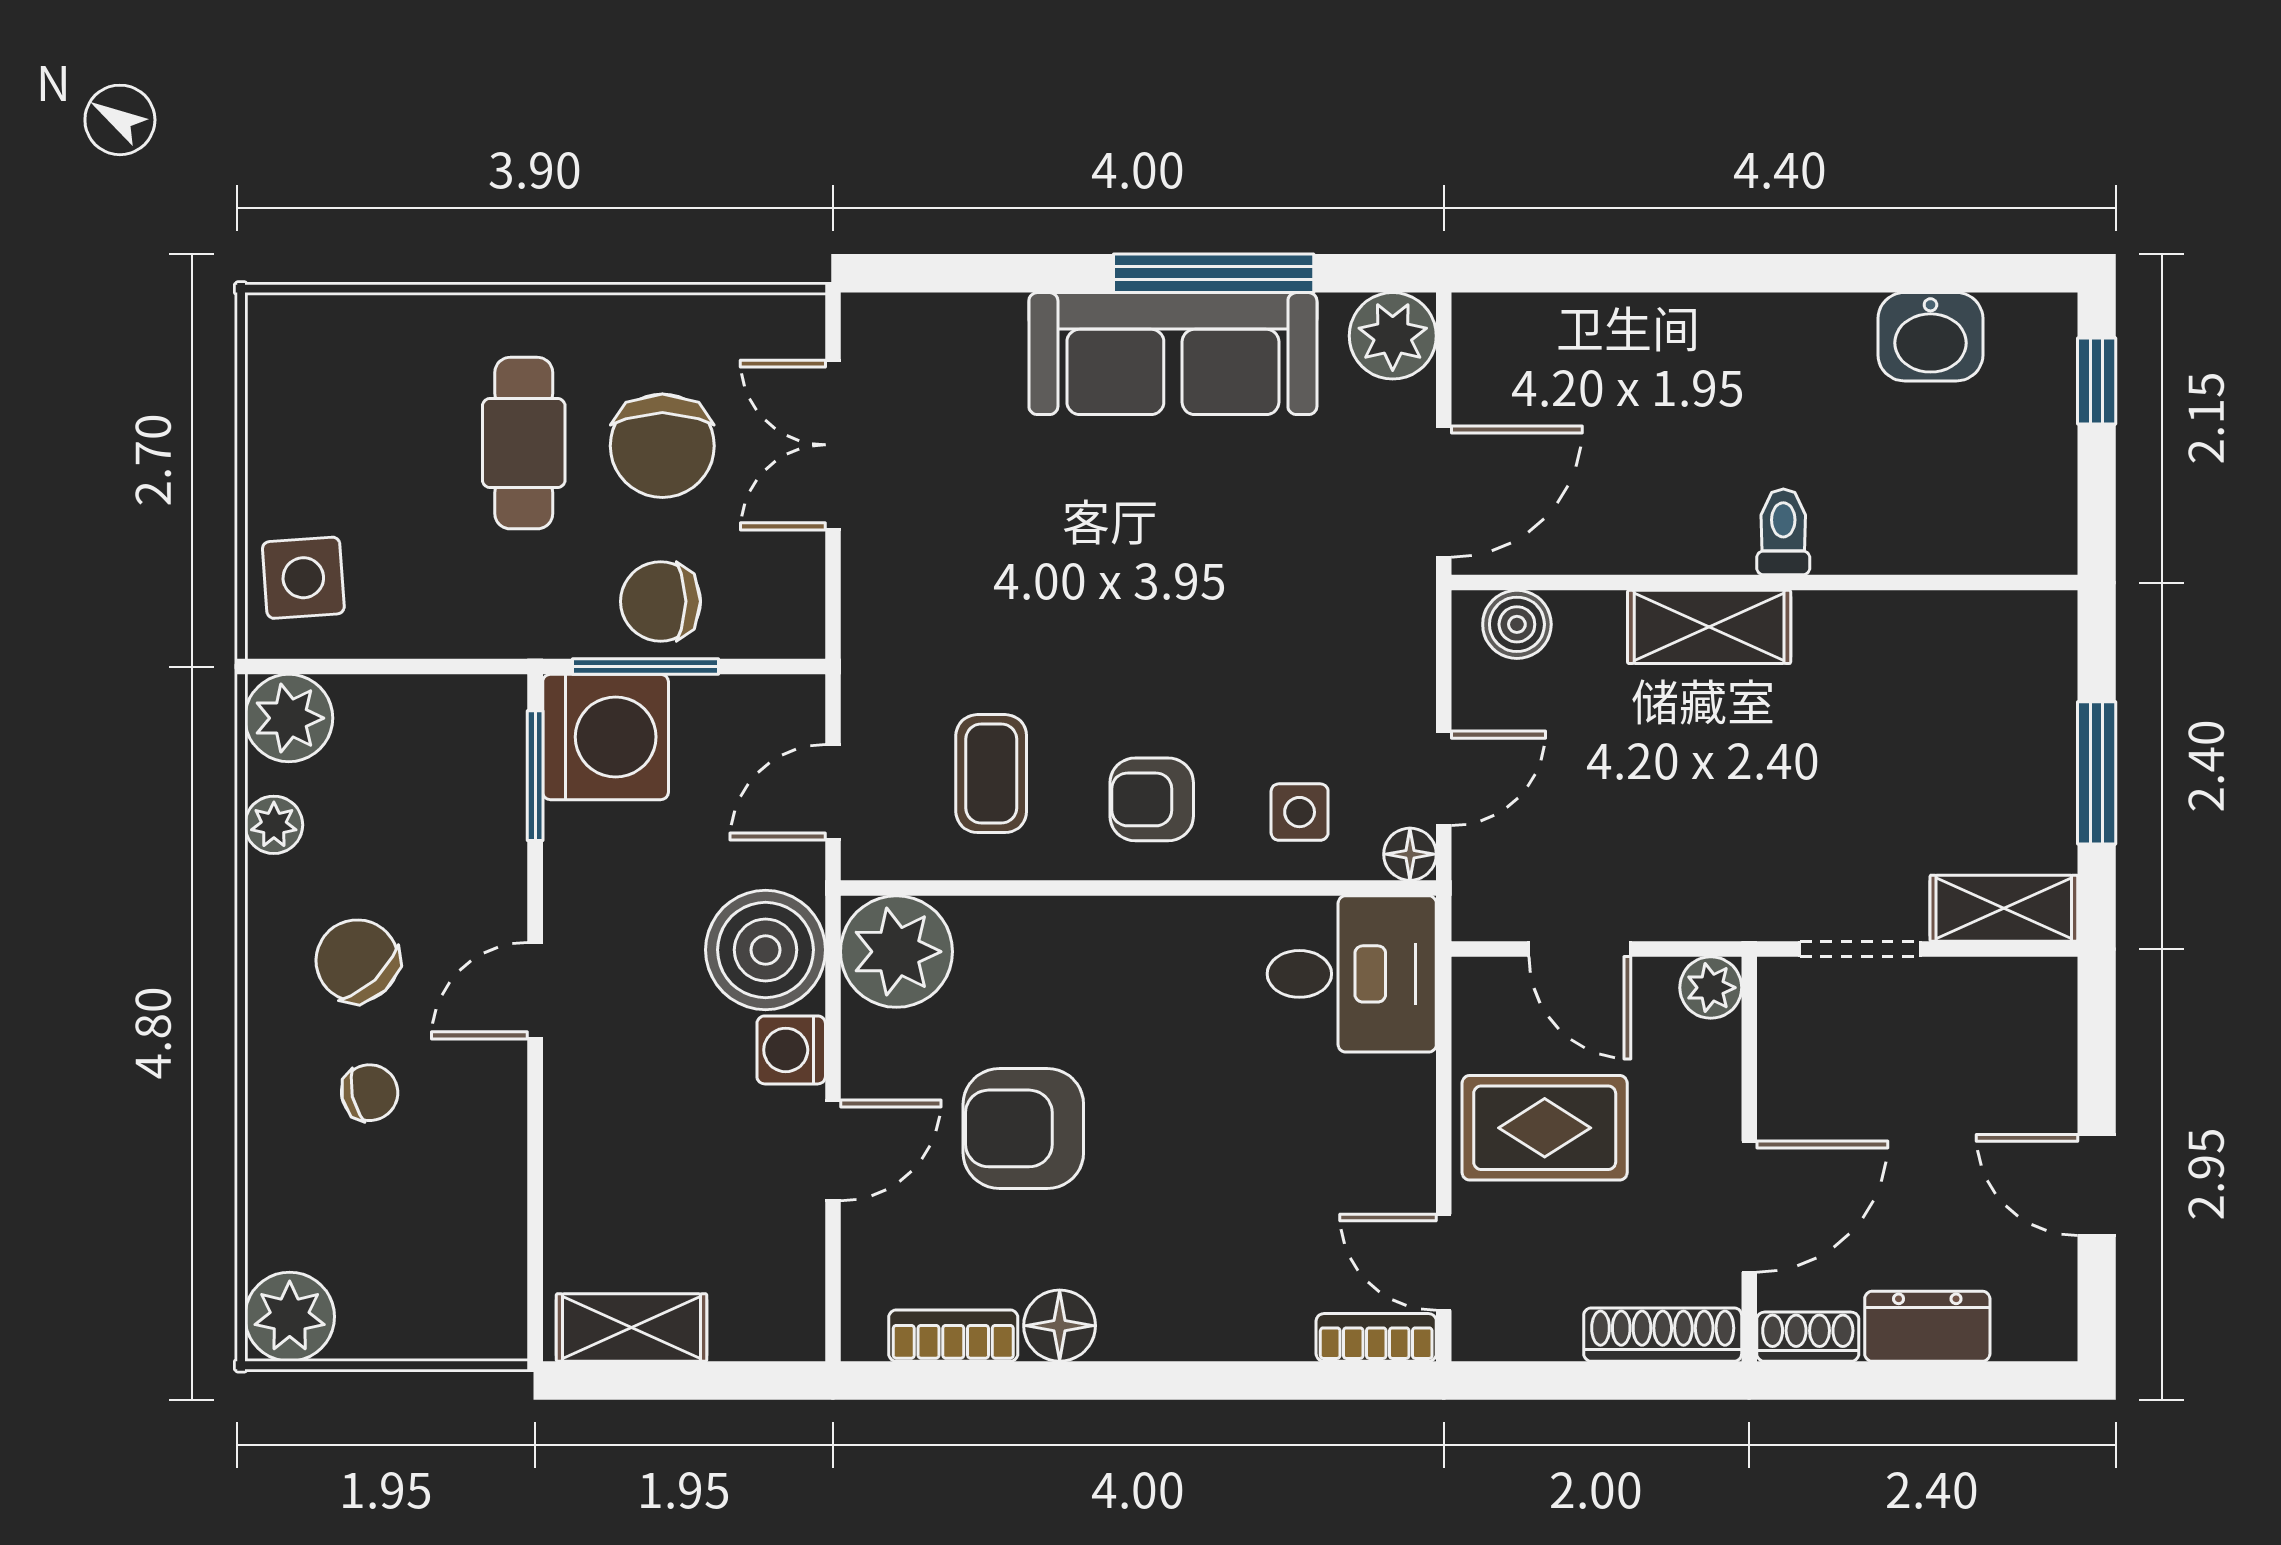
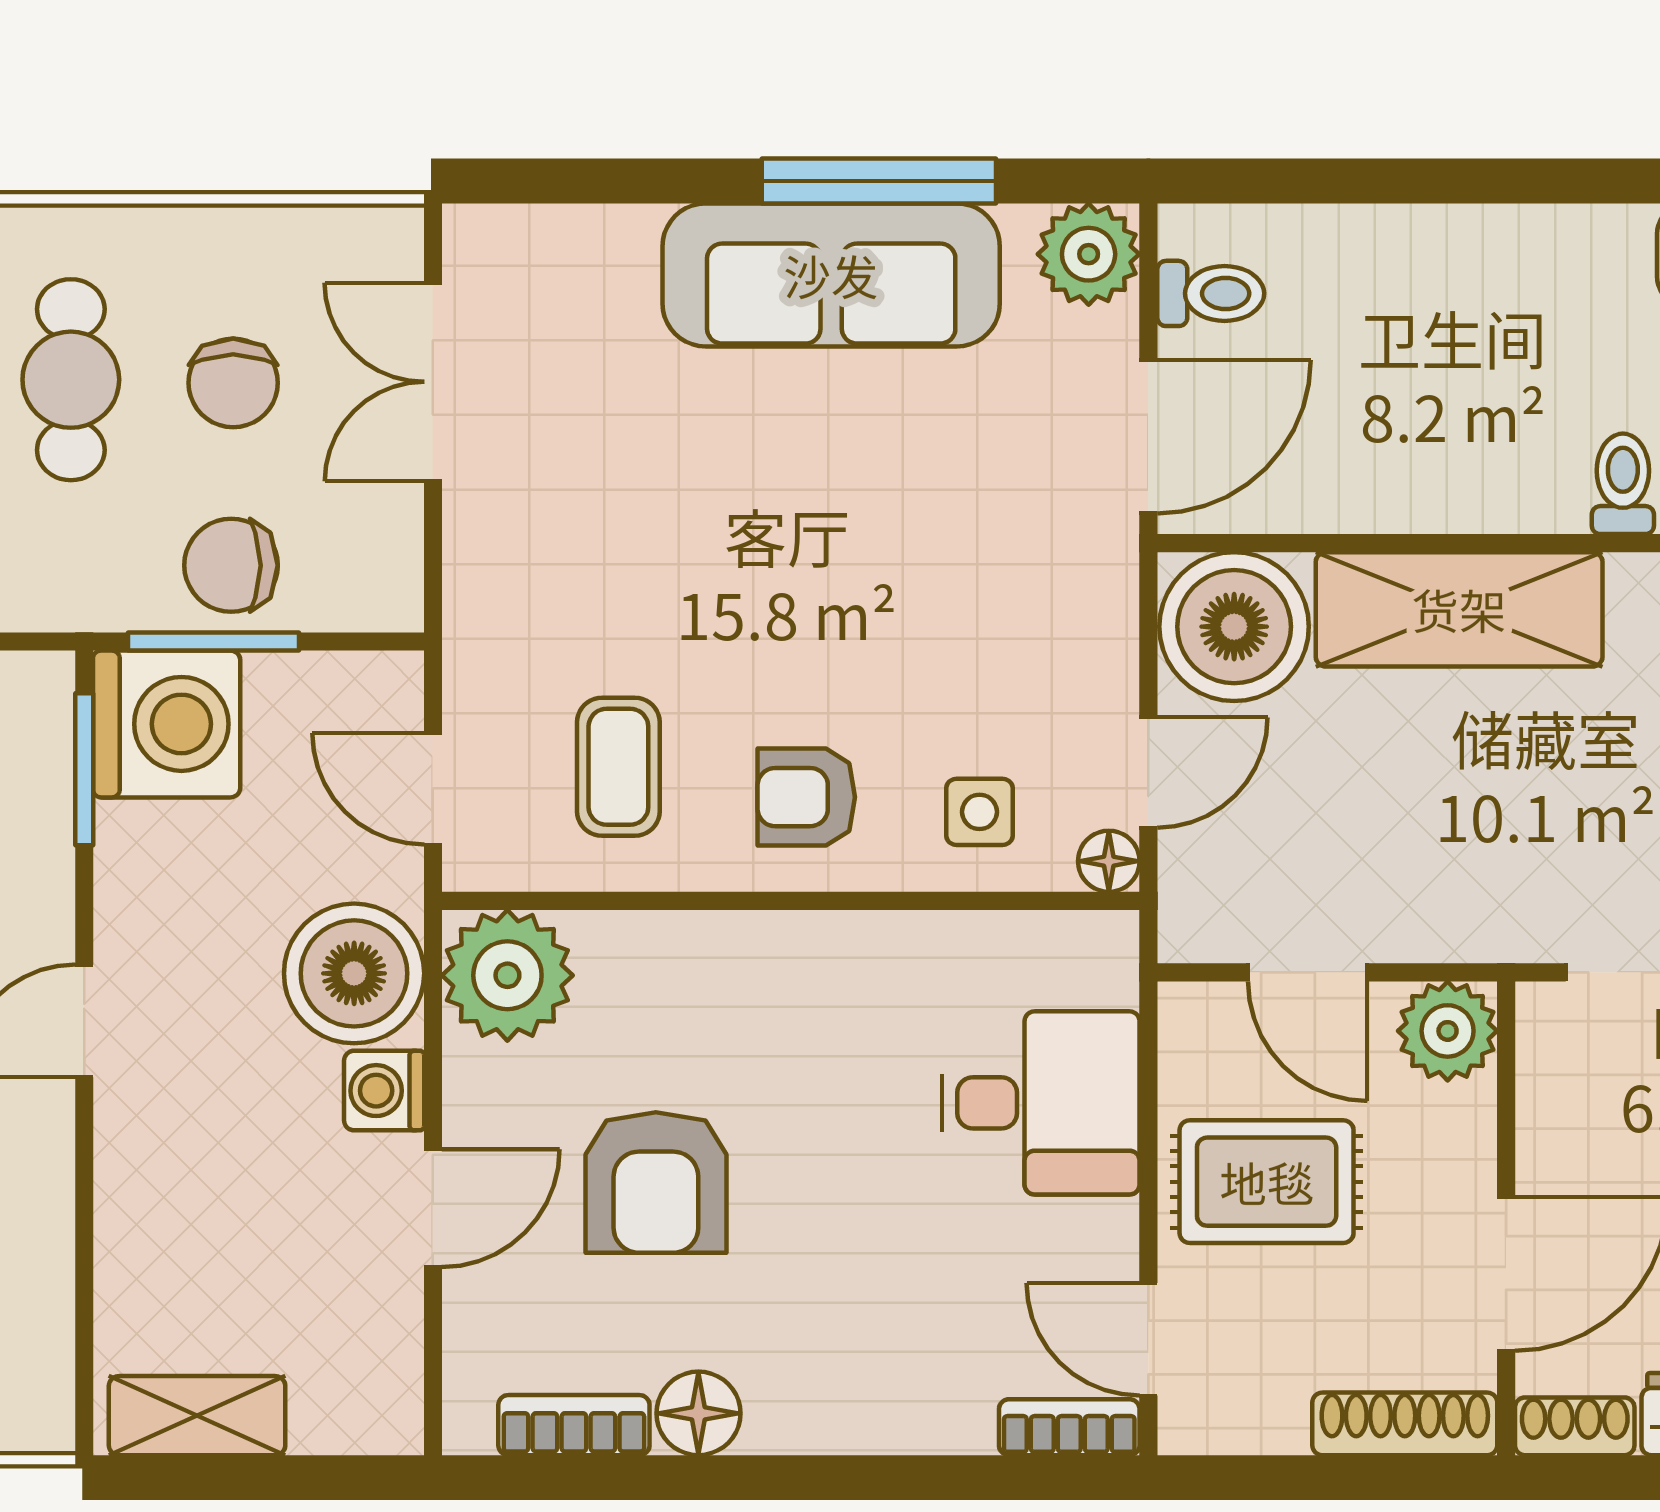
toilet: (1497, 369) -> (1211, 293), added
chair: (662, 446) -> (233, 383), width x0.73, depth x0.73
toilet: (1783, 532) -> (1623, 484), moved
boiler: (1517, 624) -> (1234, 627), width x1.86, depth x1.86
shelving: (1709, 627) -> (1459, 609), width x1.50, depth x1.33
door: (833, 792) -> (433, 789), hinge flipped
desk: (1352, 974) -> (1041, 1103), moved
plant: (1711, 988) -> (1448, 1031), width x1.38, depth x1.38
armchair: (1023, 1128) -> (656, 1182), turned -90

